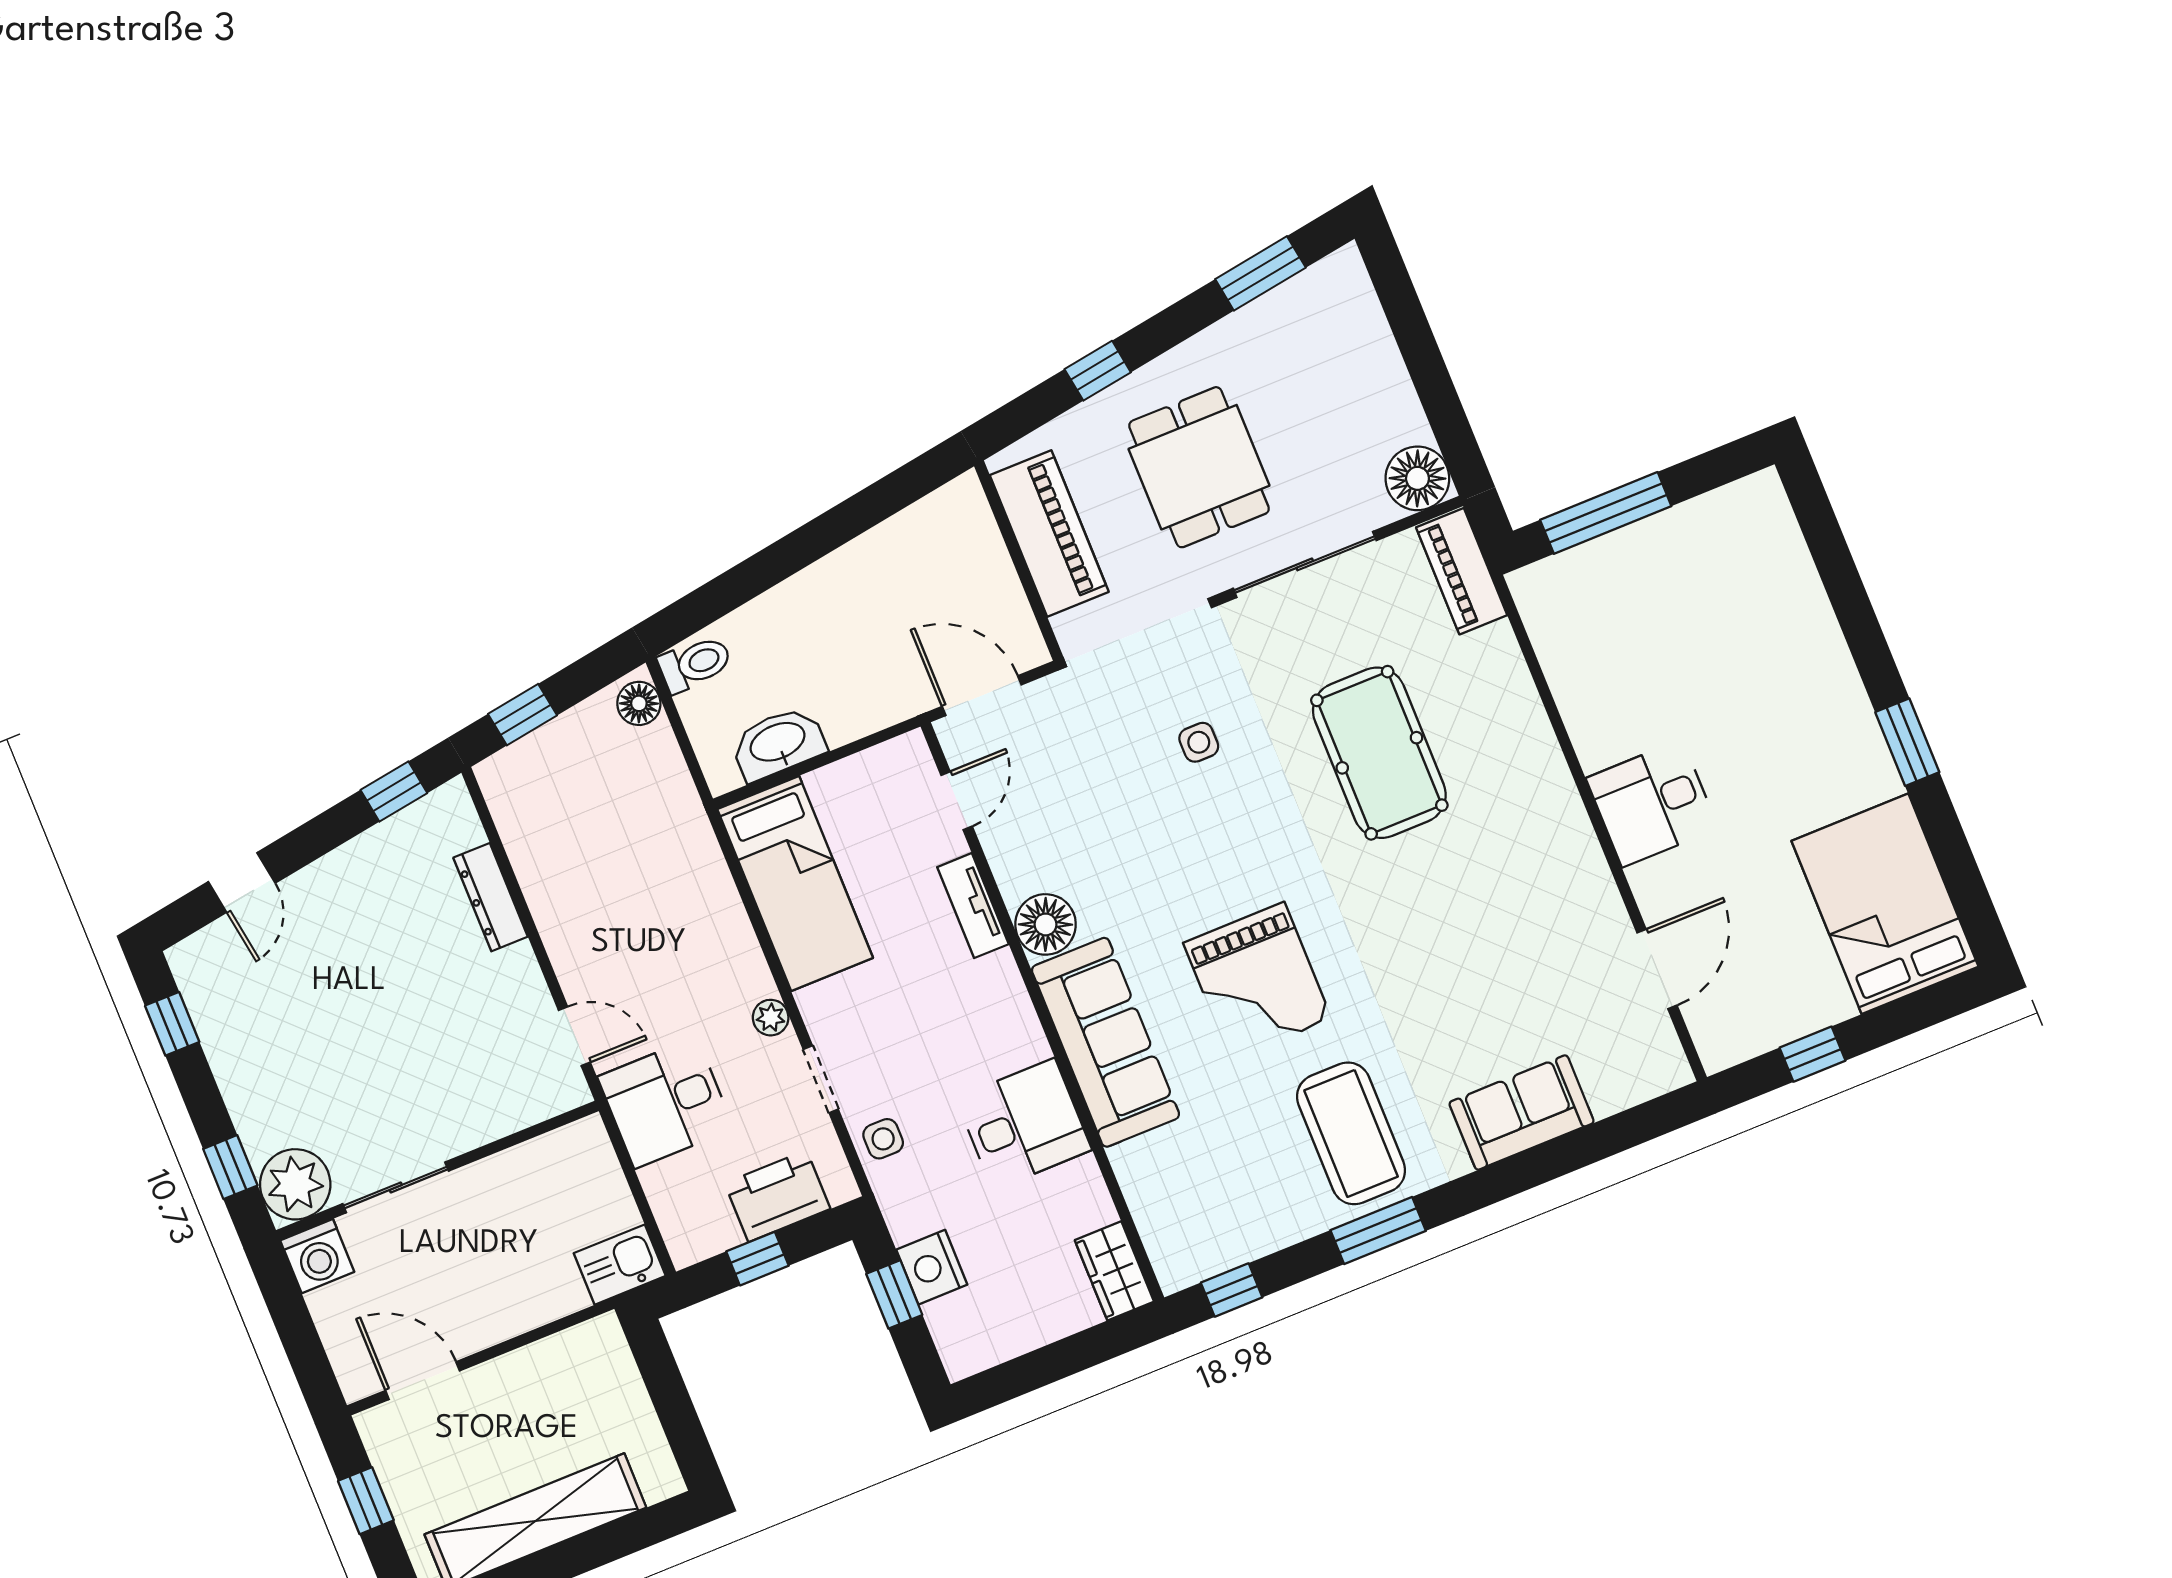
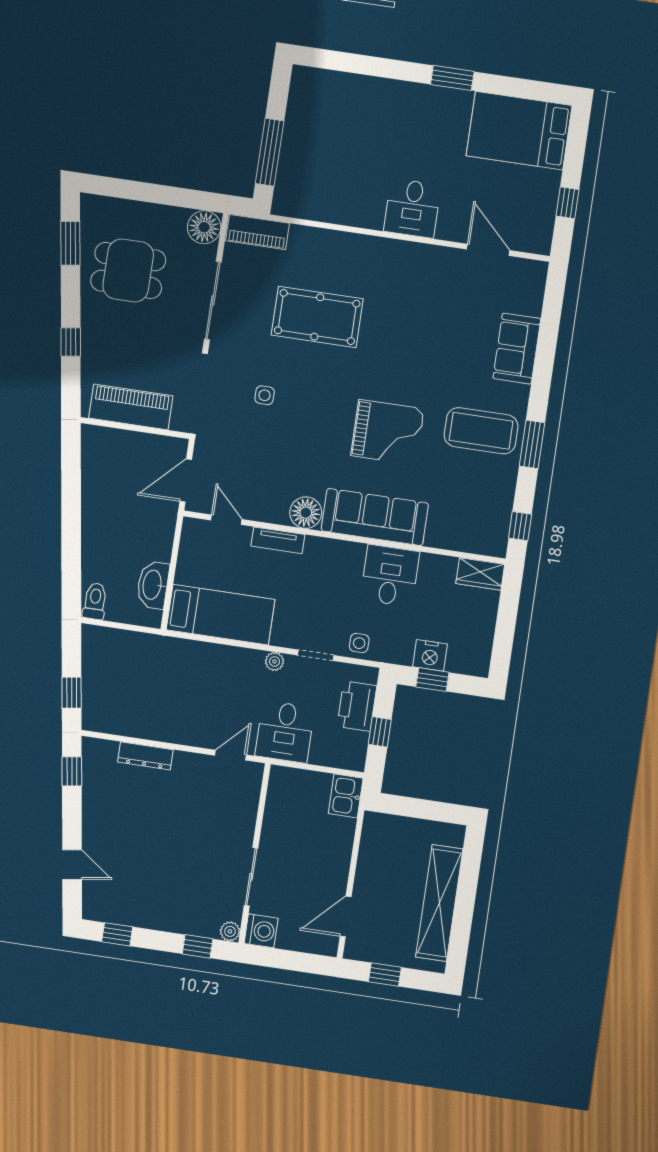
dining table: (1199, 467) -> (128, 270), moved
floor lamp: (639, 703) -> (98, 637), removed
plant: (295, 1184) -> (230, 931), width x0.53, depth x0.53

